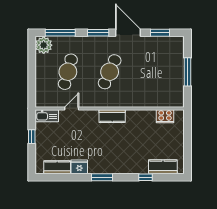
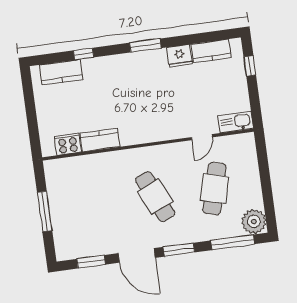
cafe table: (110, 72) -> (155, 197), turned -48
kitchen counter: (112, 116) -> (100, 140), moved
window: (32, 137) -> (250, 66), moved

